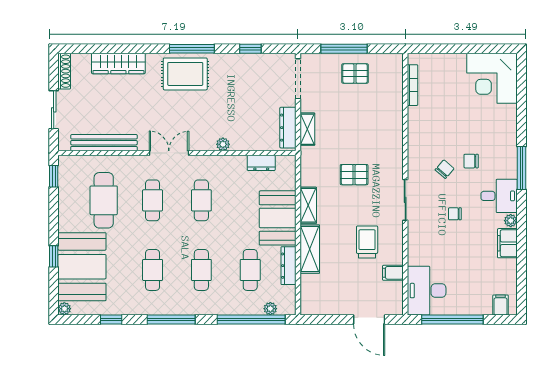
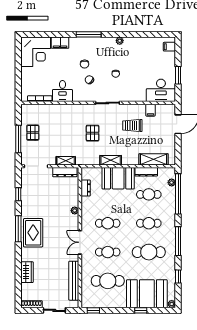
wardrobe: (118, 63) -> (27, 272), width x0.67
desk: (499, 196) -> (62, 91), moved, turned 180
filing cabinet: (507, 243) -> (60, 43), moved
shelving: (310, 249) -> (154, 159), moved
cafe table: (153, 270) -> (149, 252), width x1.37, depth x1.35
window: (452, 320) -> (178, 75), width x0.47

